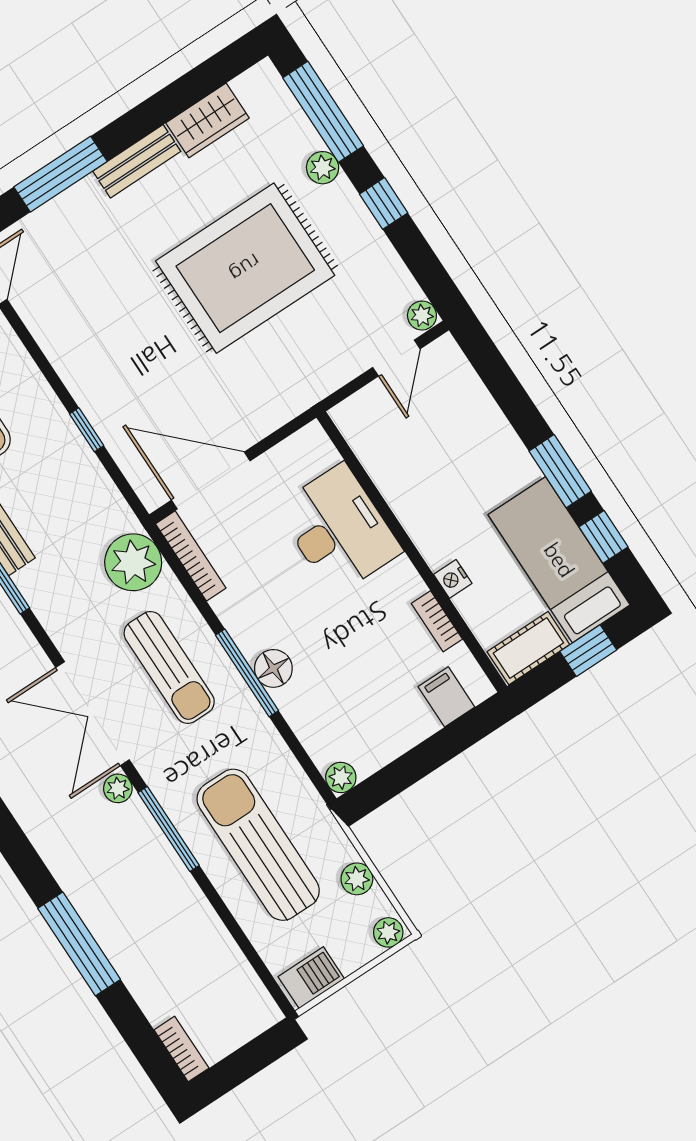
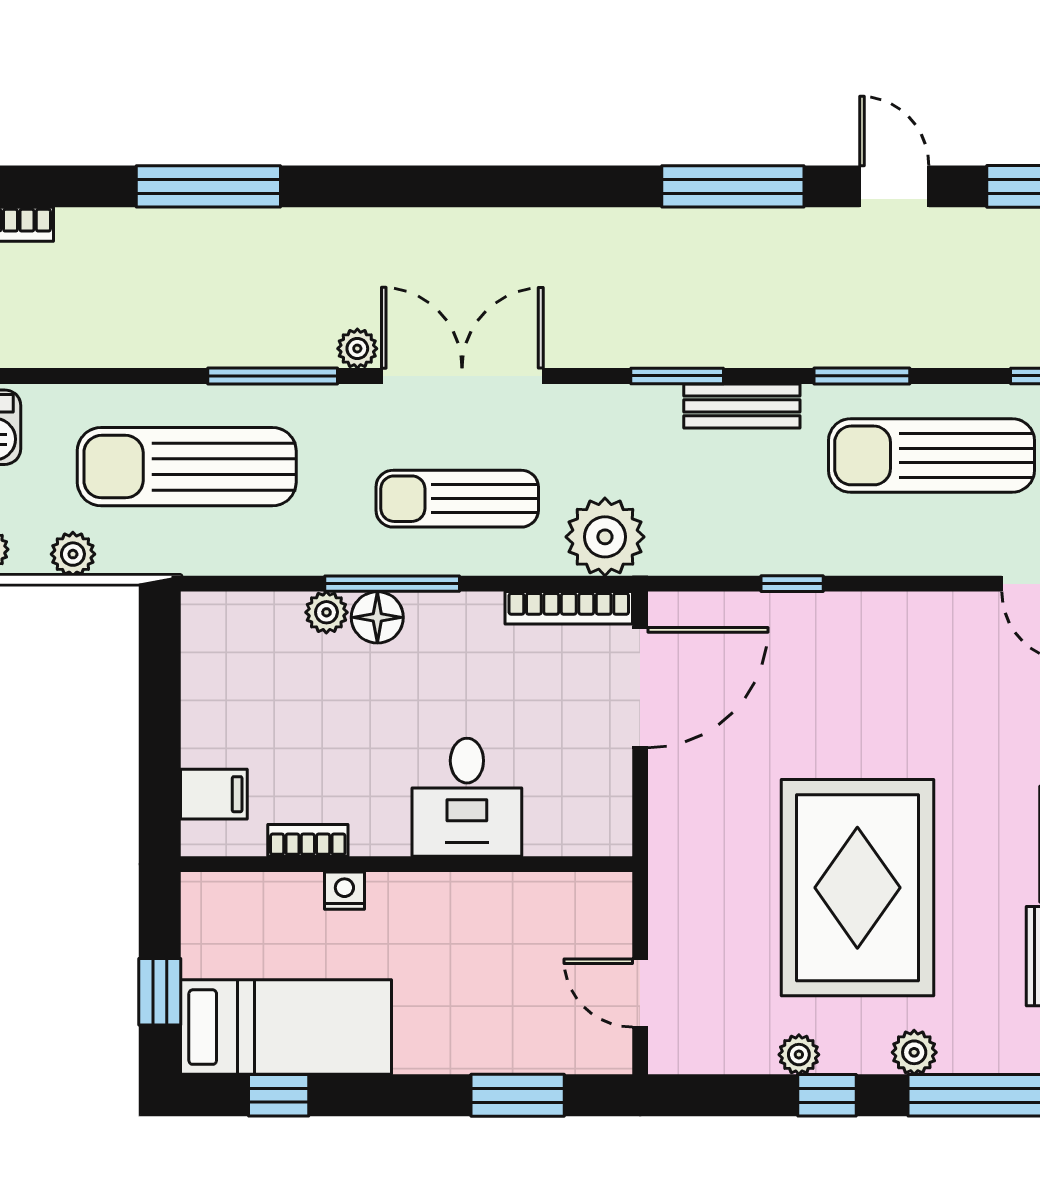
plant: (422, 316) -> (799, 1055), moved
window: (560, 471) -> (518, 1095), moved
desk: (339, 529) -> (467, 797), width x0.73
cot: (528, 648) -> (208, 925), removed
plant: (341, 777) -> (326, 612), moved
sun lounger: (258, 845) -> (187, 467), turned 180

